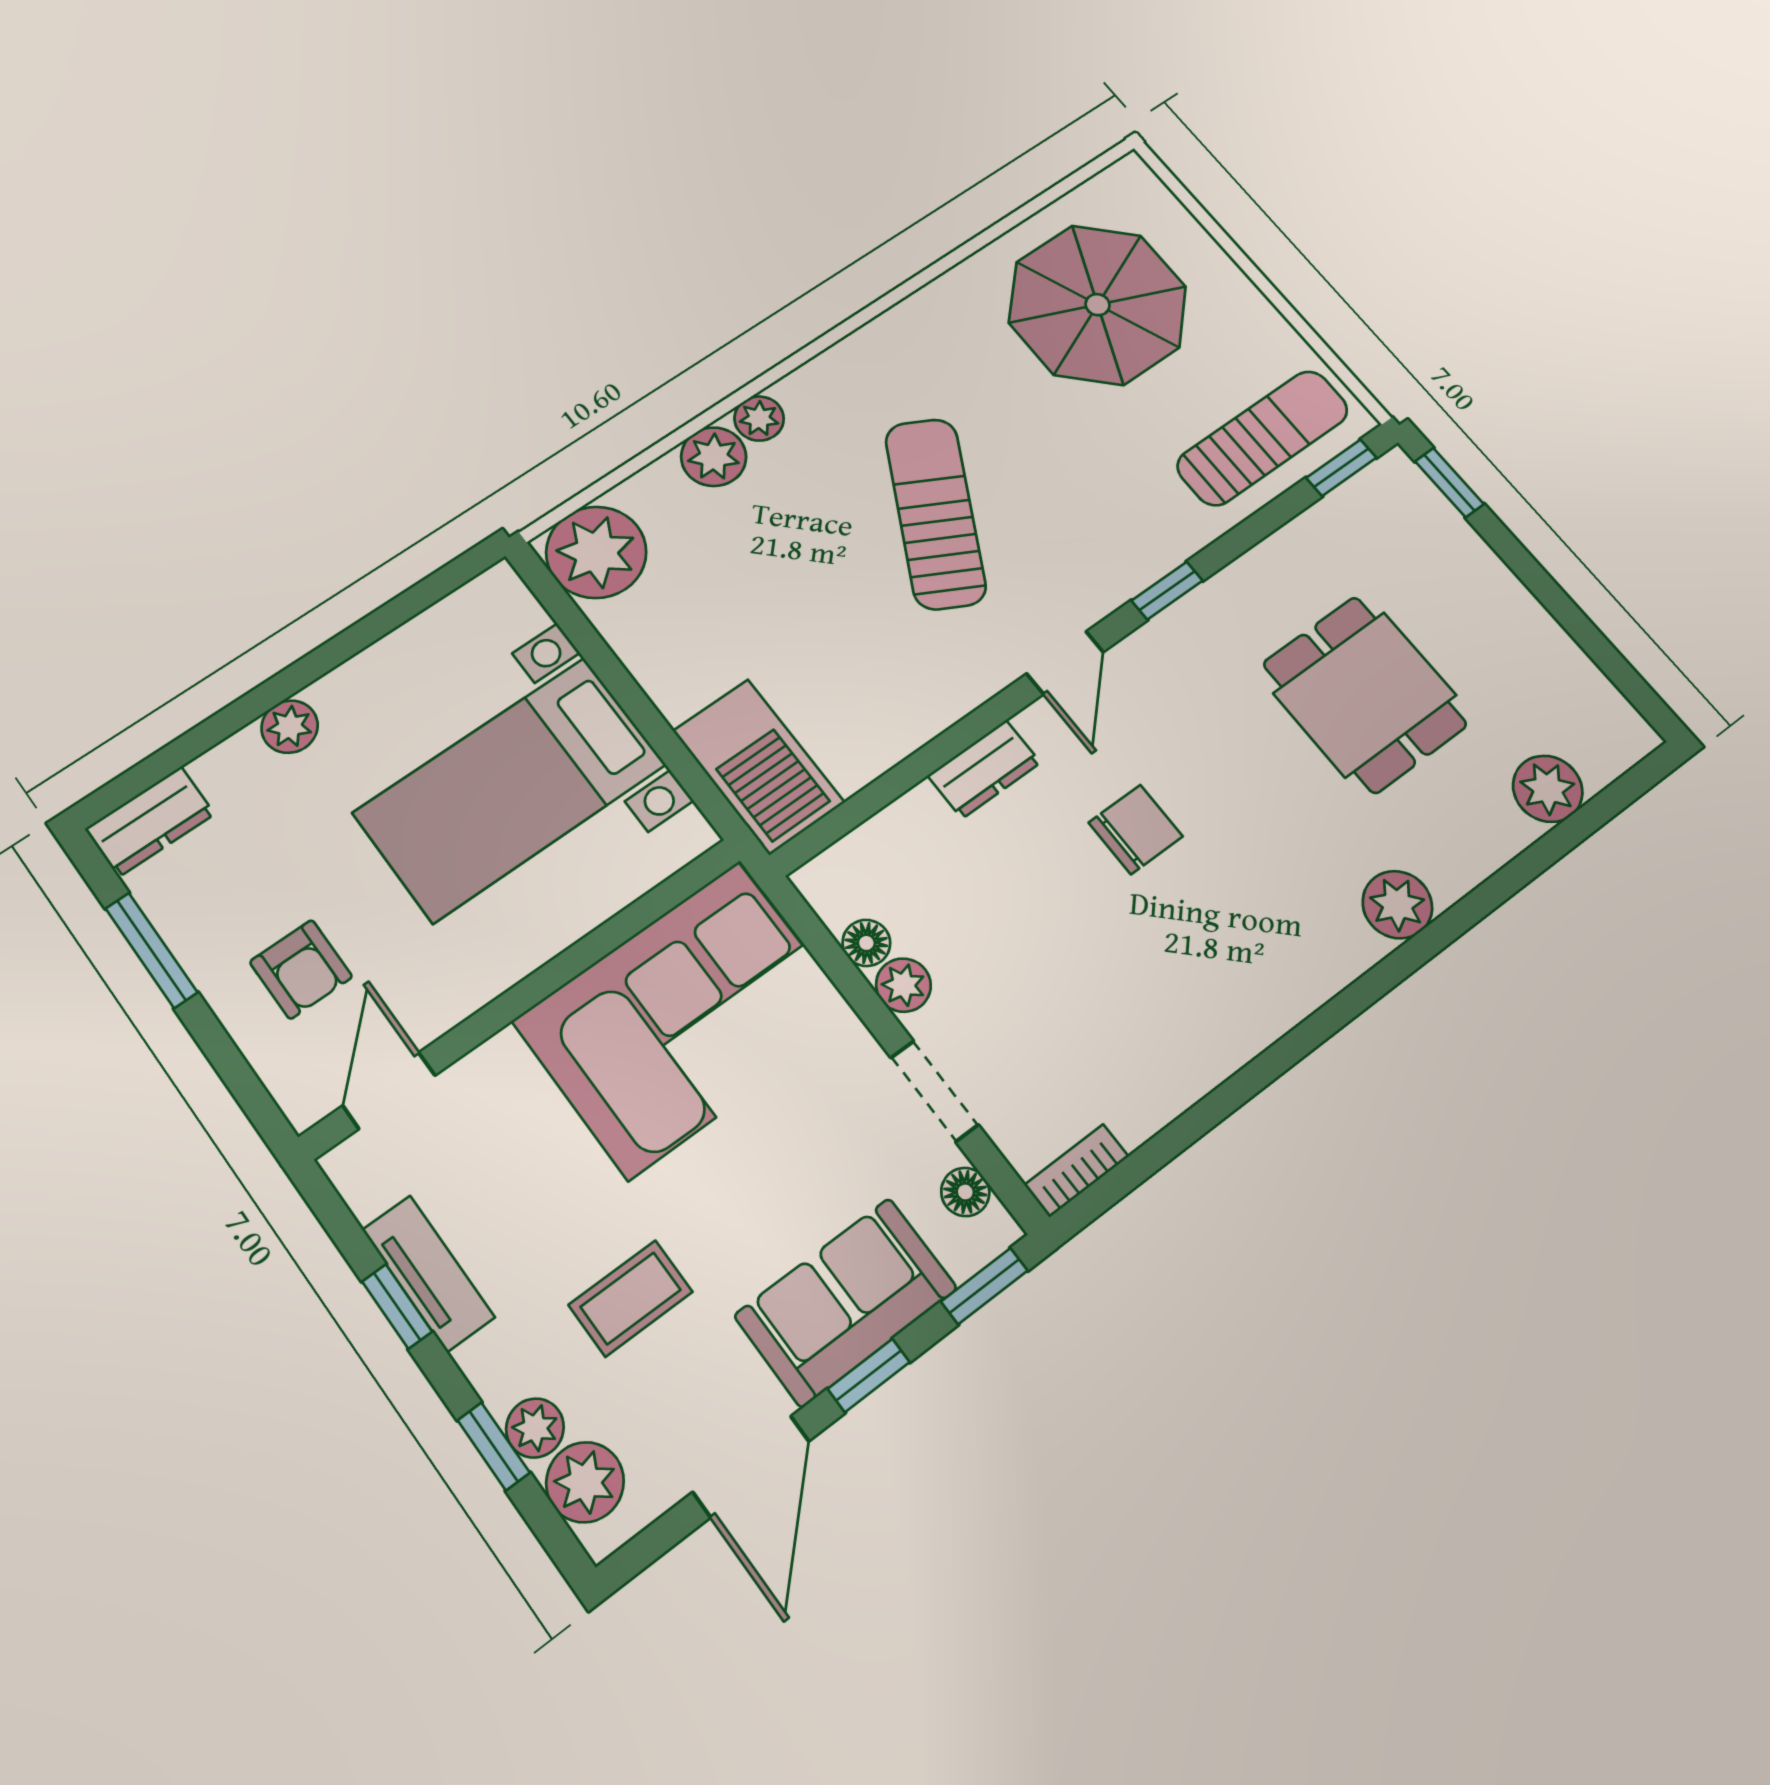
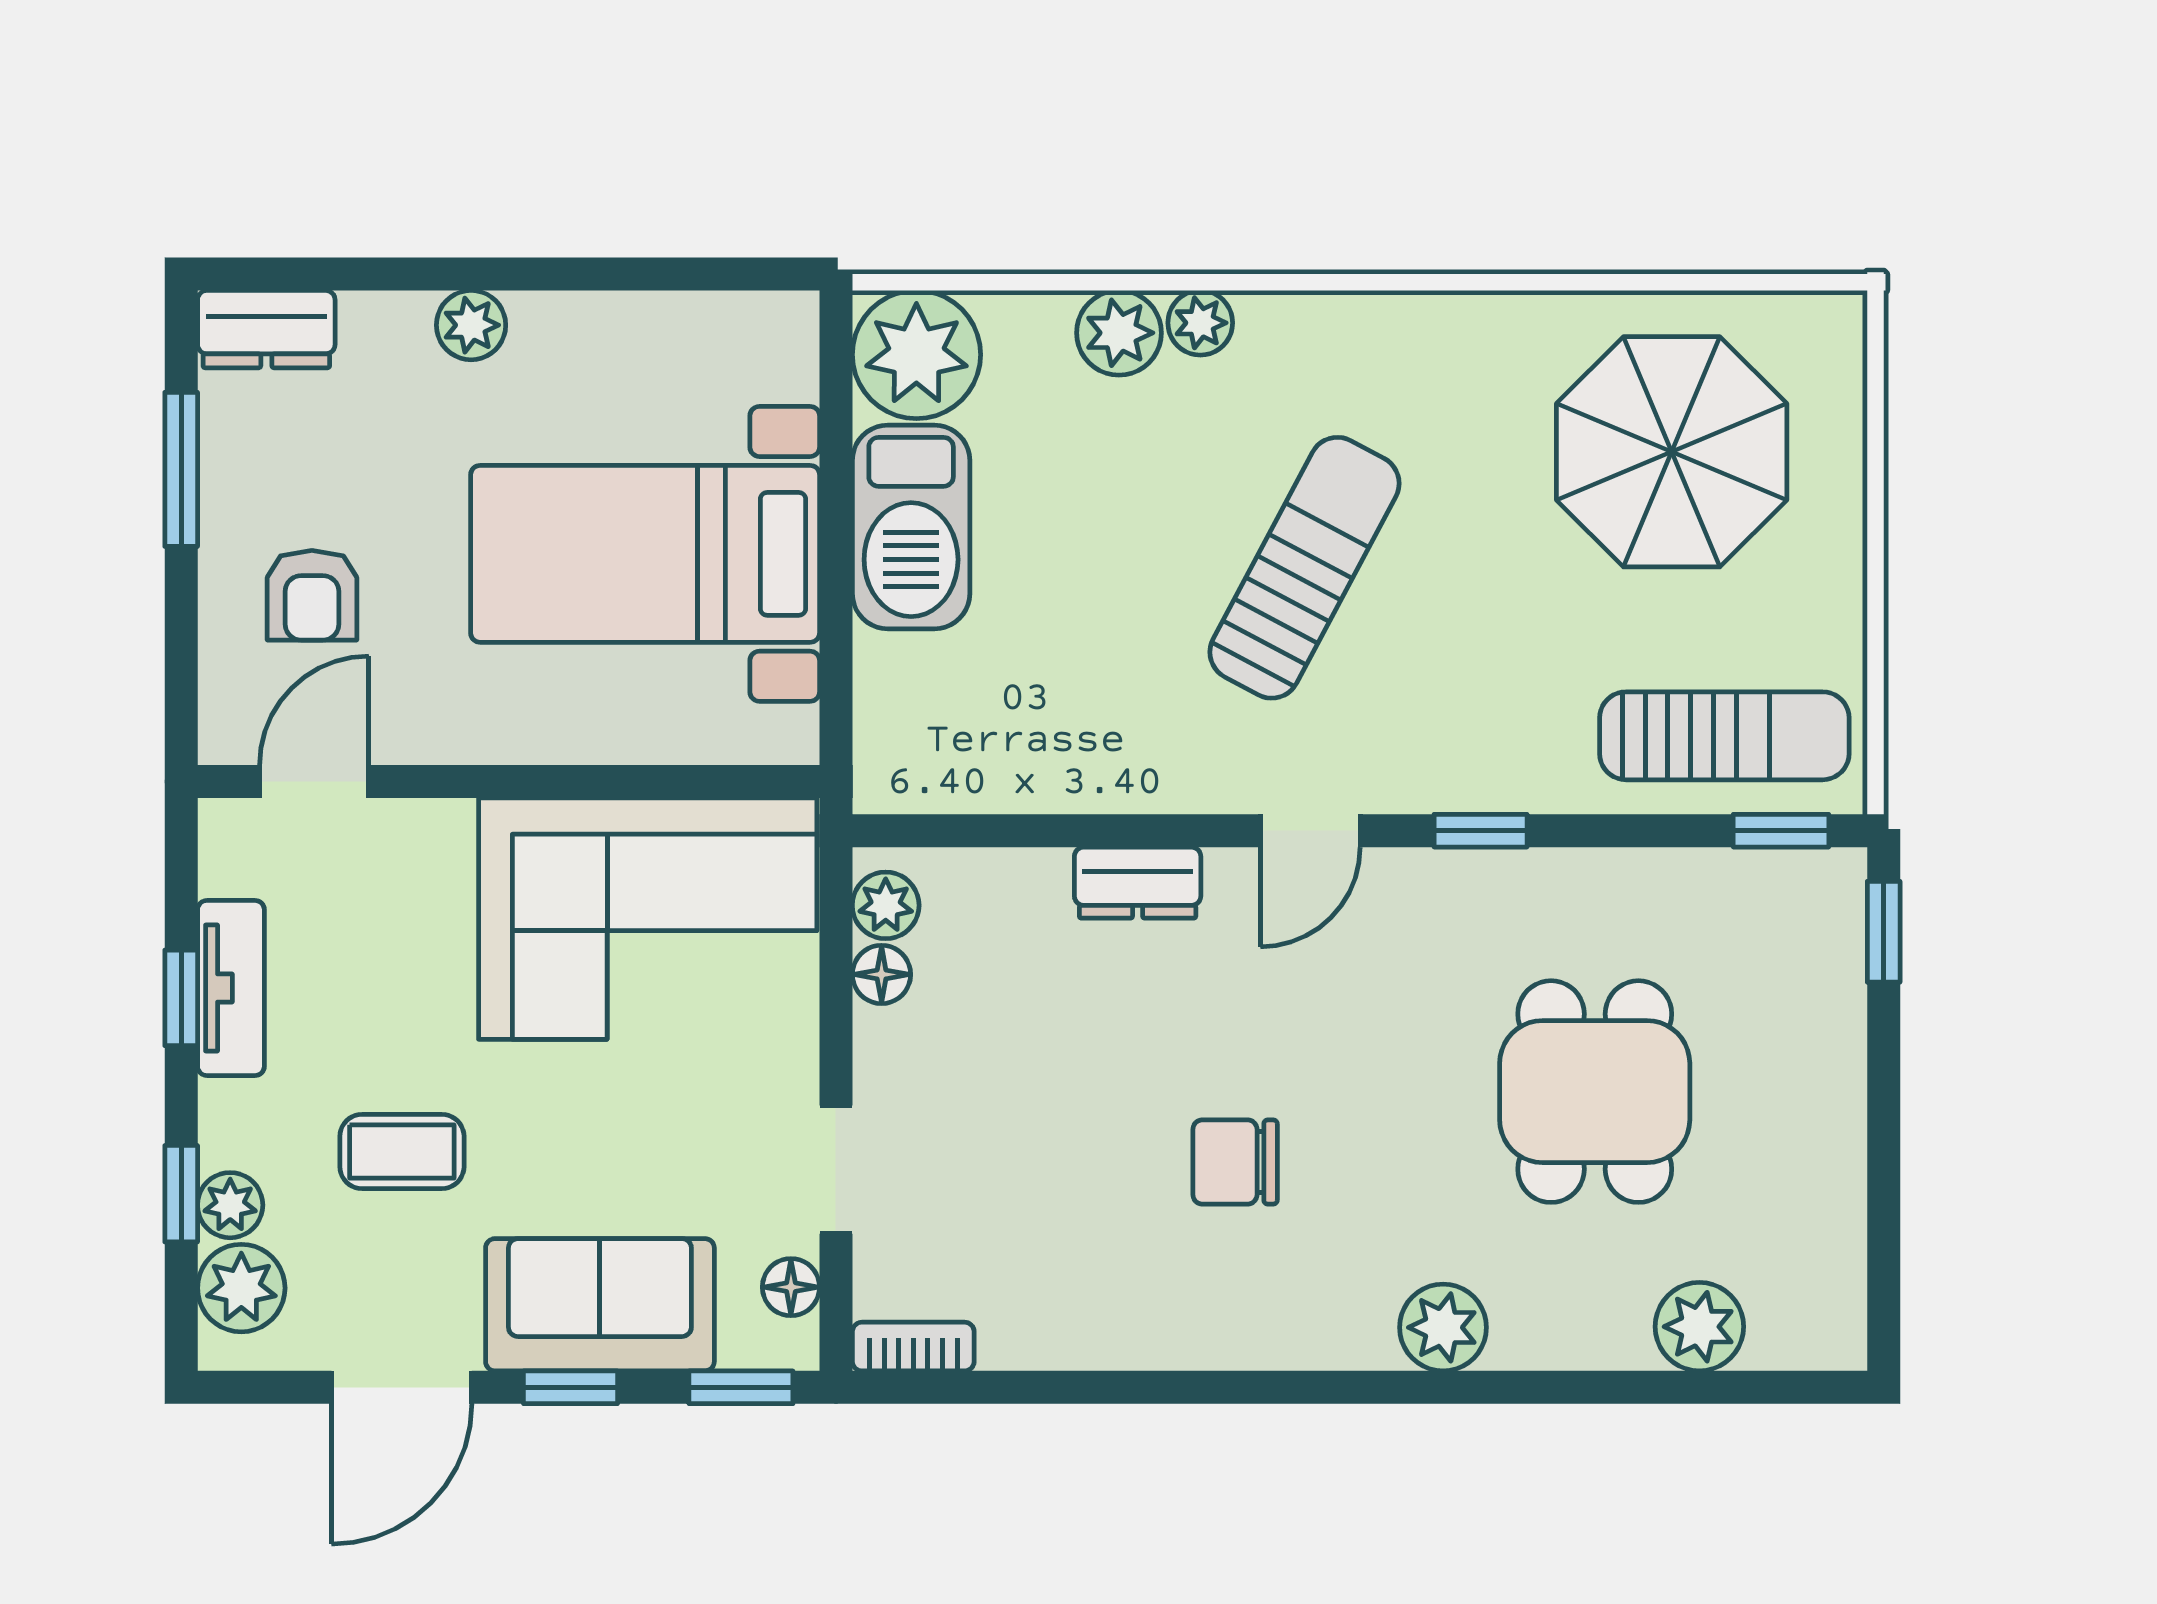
barbecue: (758, 767) -> (911, 527), moved
chair: (1136, 829) -> (1235, 1162), moved, turned 180
plant: (903, 985) -> (886, 905), moved

